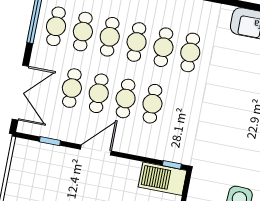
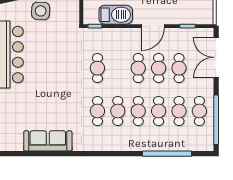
cafe table: (152, 104) -> (97, 68), moved
barbecue: (163, 179) -> (116, 15), moved

